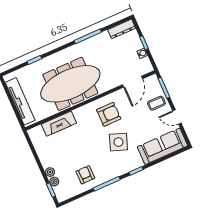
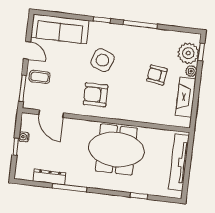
dresser: (122, 29) -> (50, 177), moved
door: (133, 82) -> (51, 114), swing flipped
meeting table: (70, 84) -> (116, 149), width x0.73
fireplace: (59, 124) -> (186, 97), moved, turned -90
armchair: (85, 175) -> (157, 75), moved, turned 98
plant: (54, 182) -> (188, 53), width x1.87, depth x1.87

